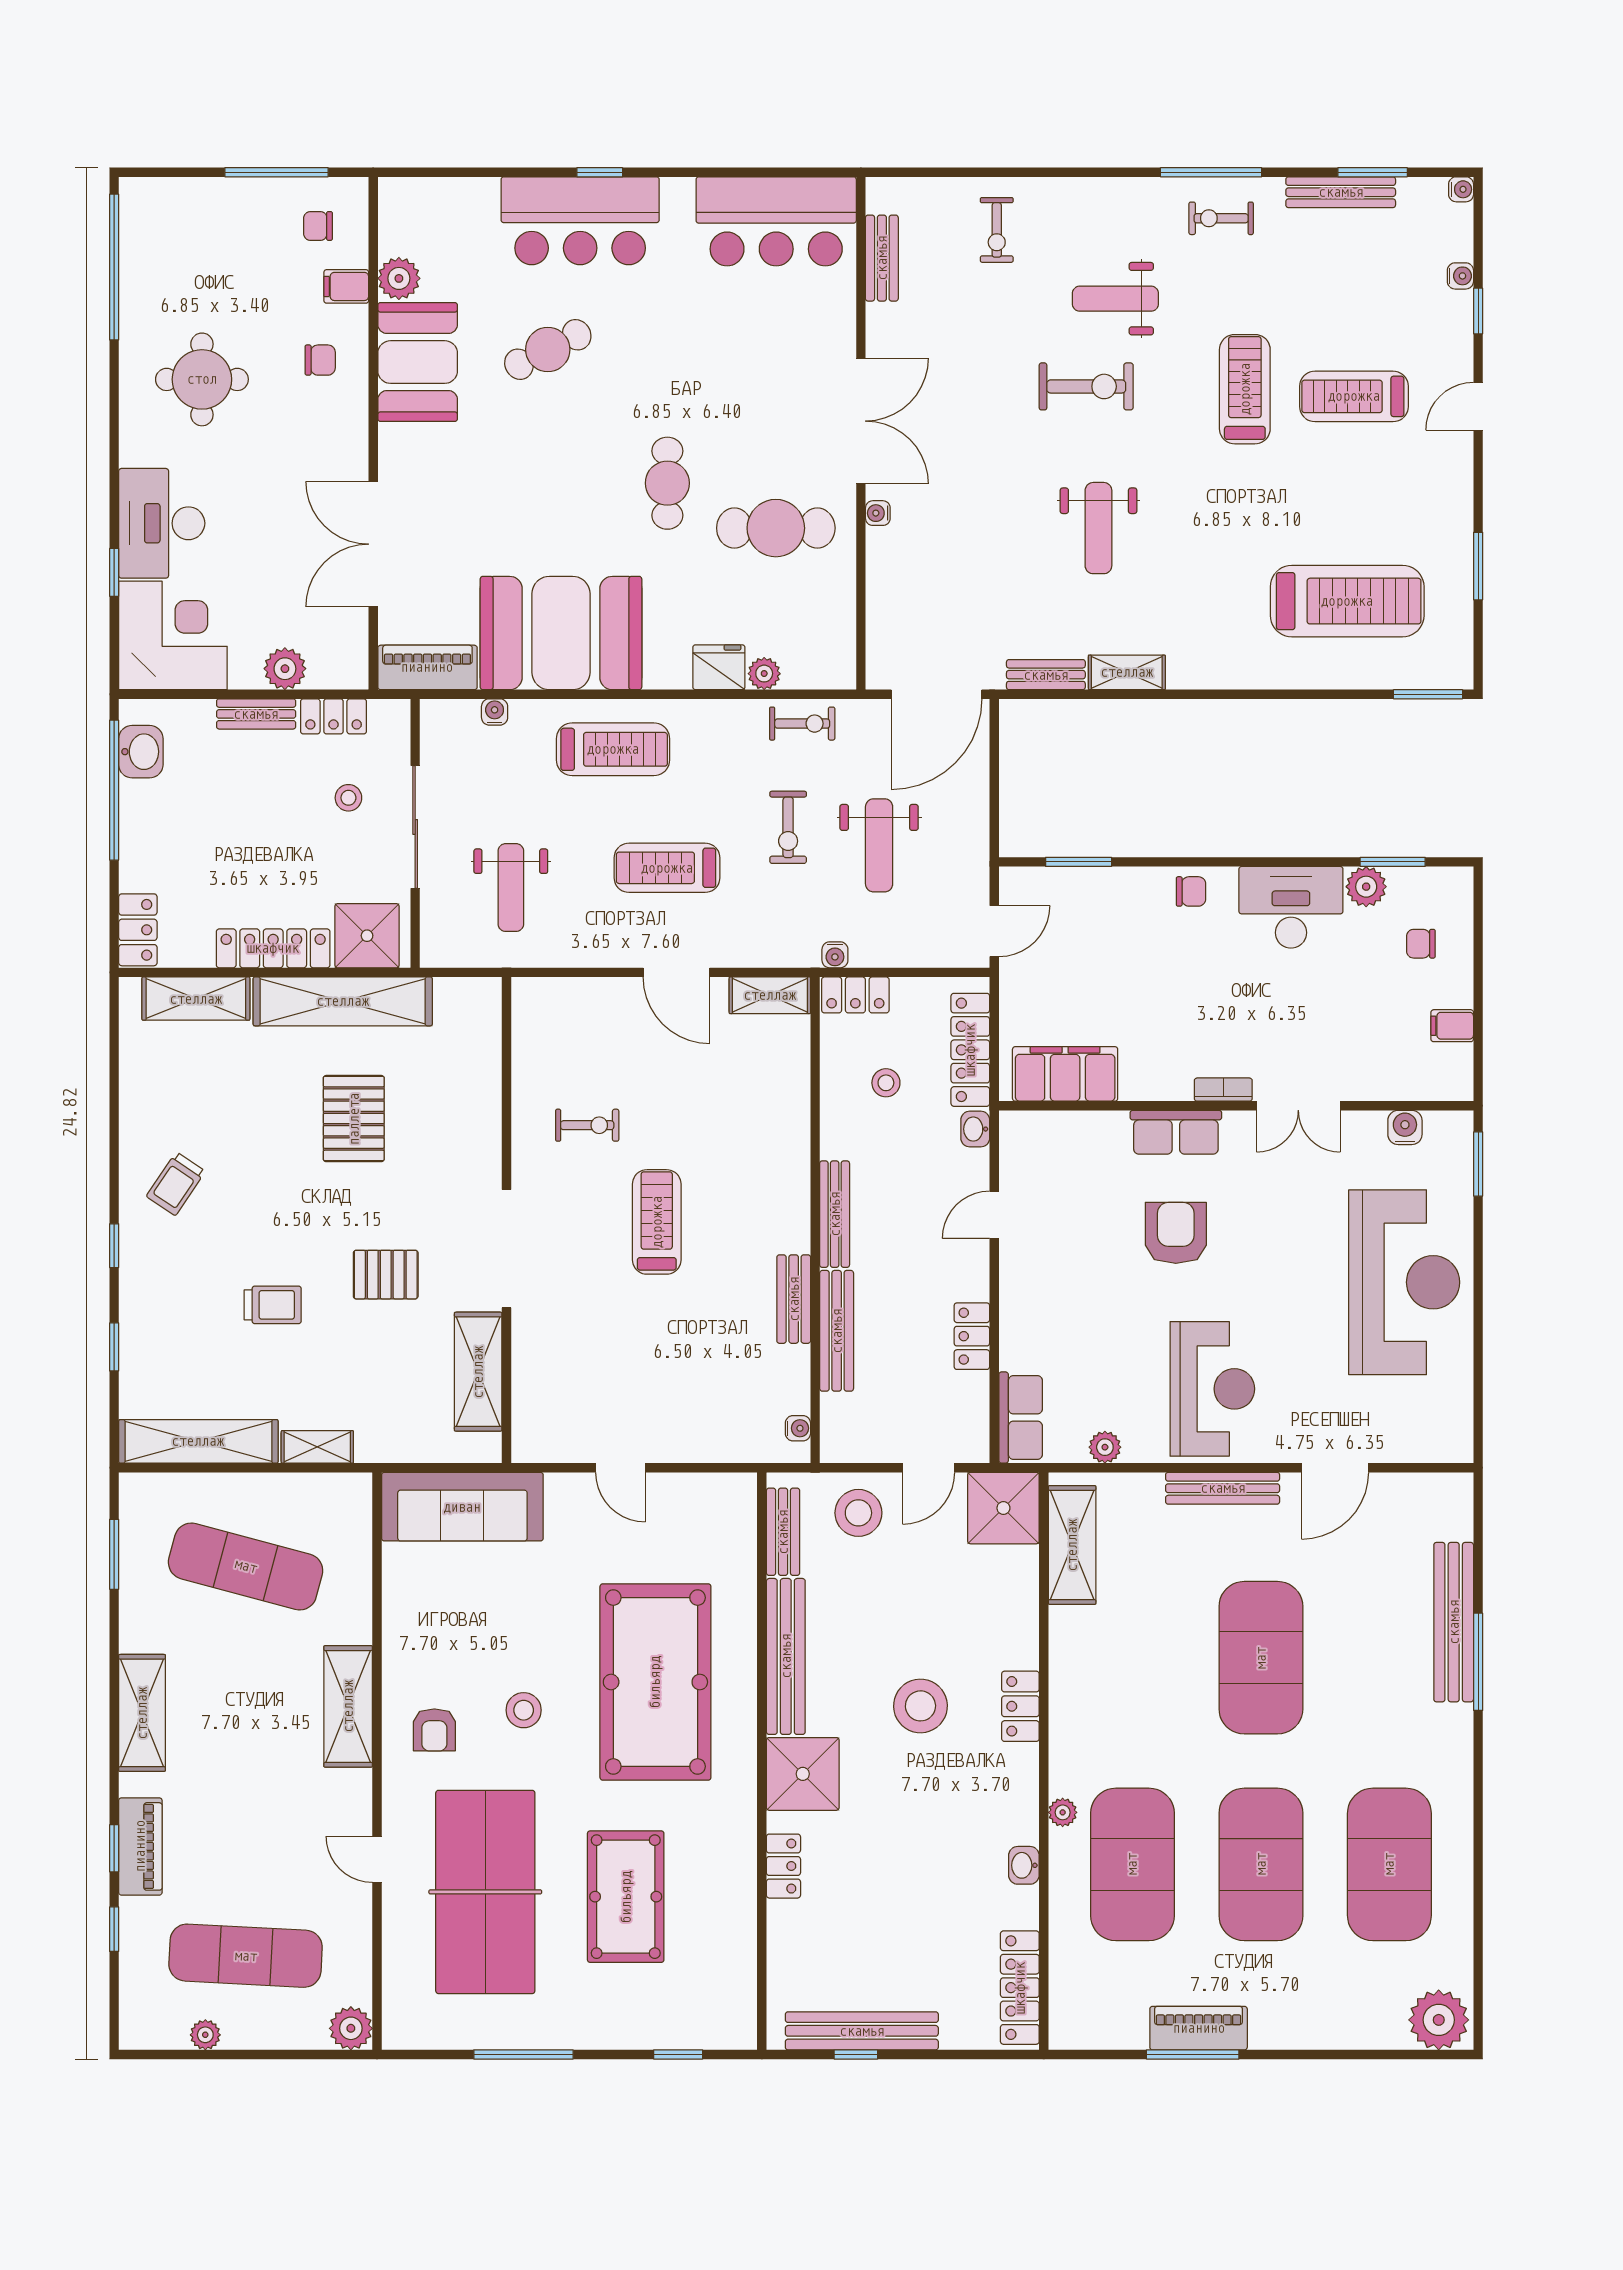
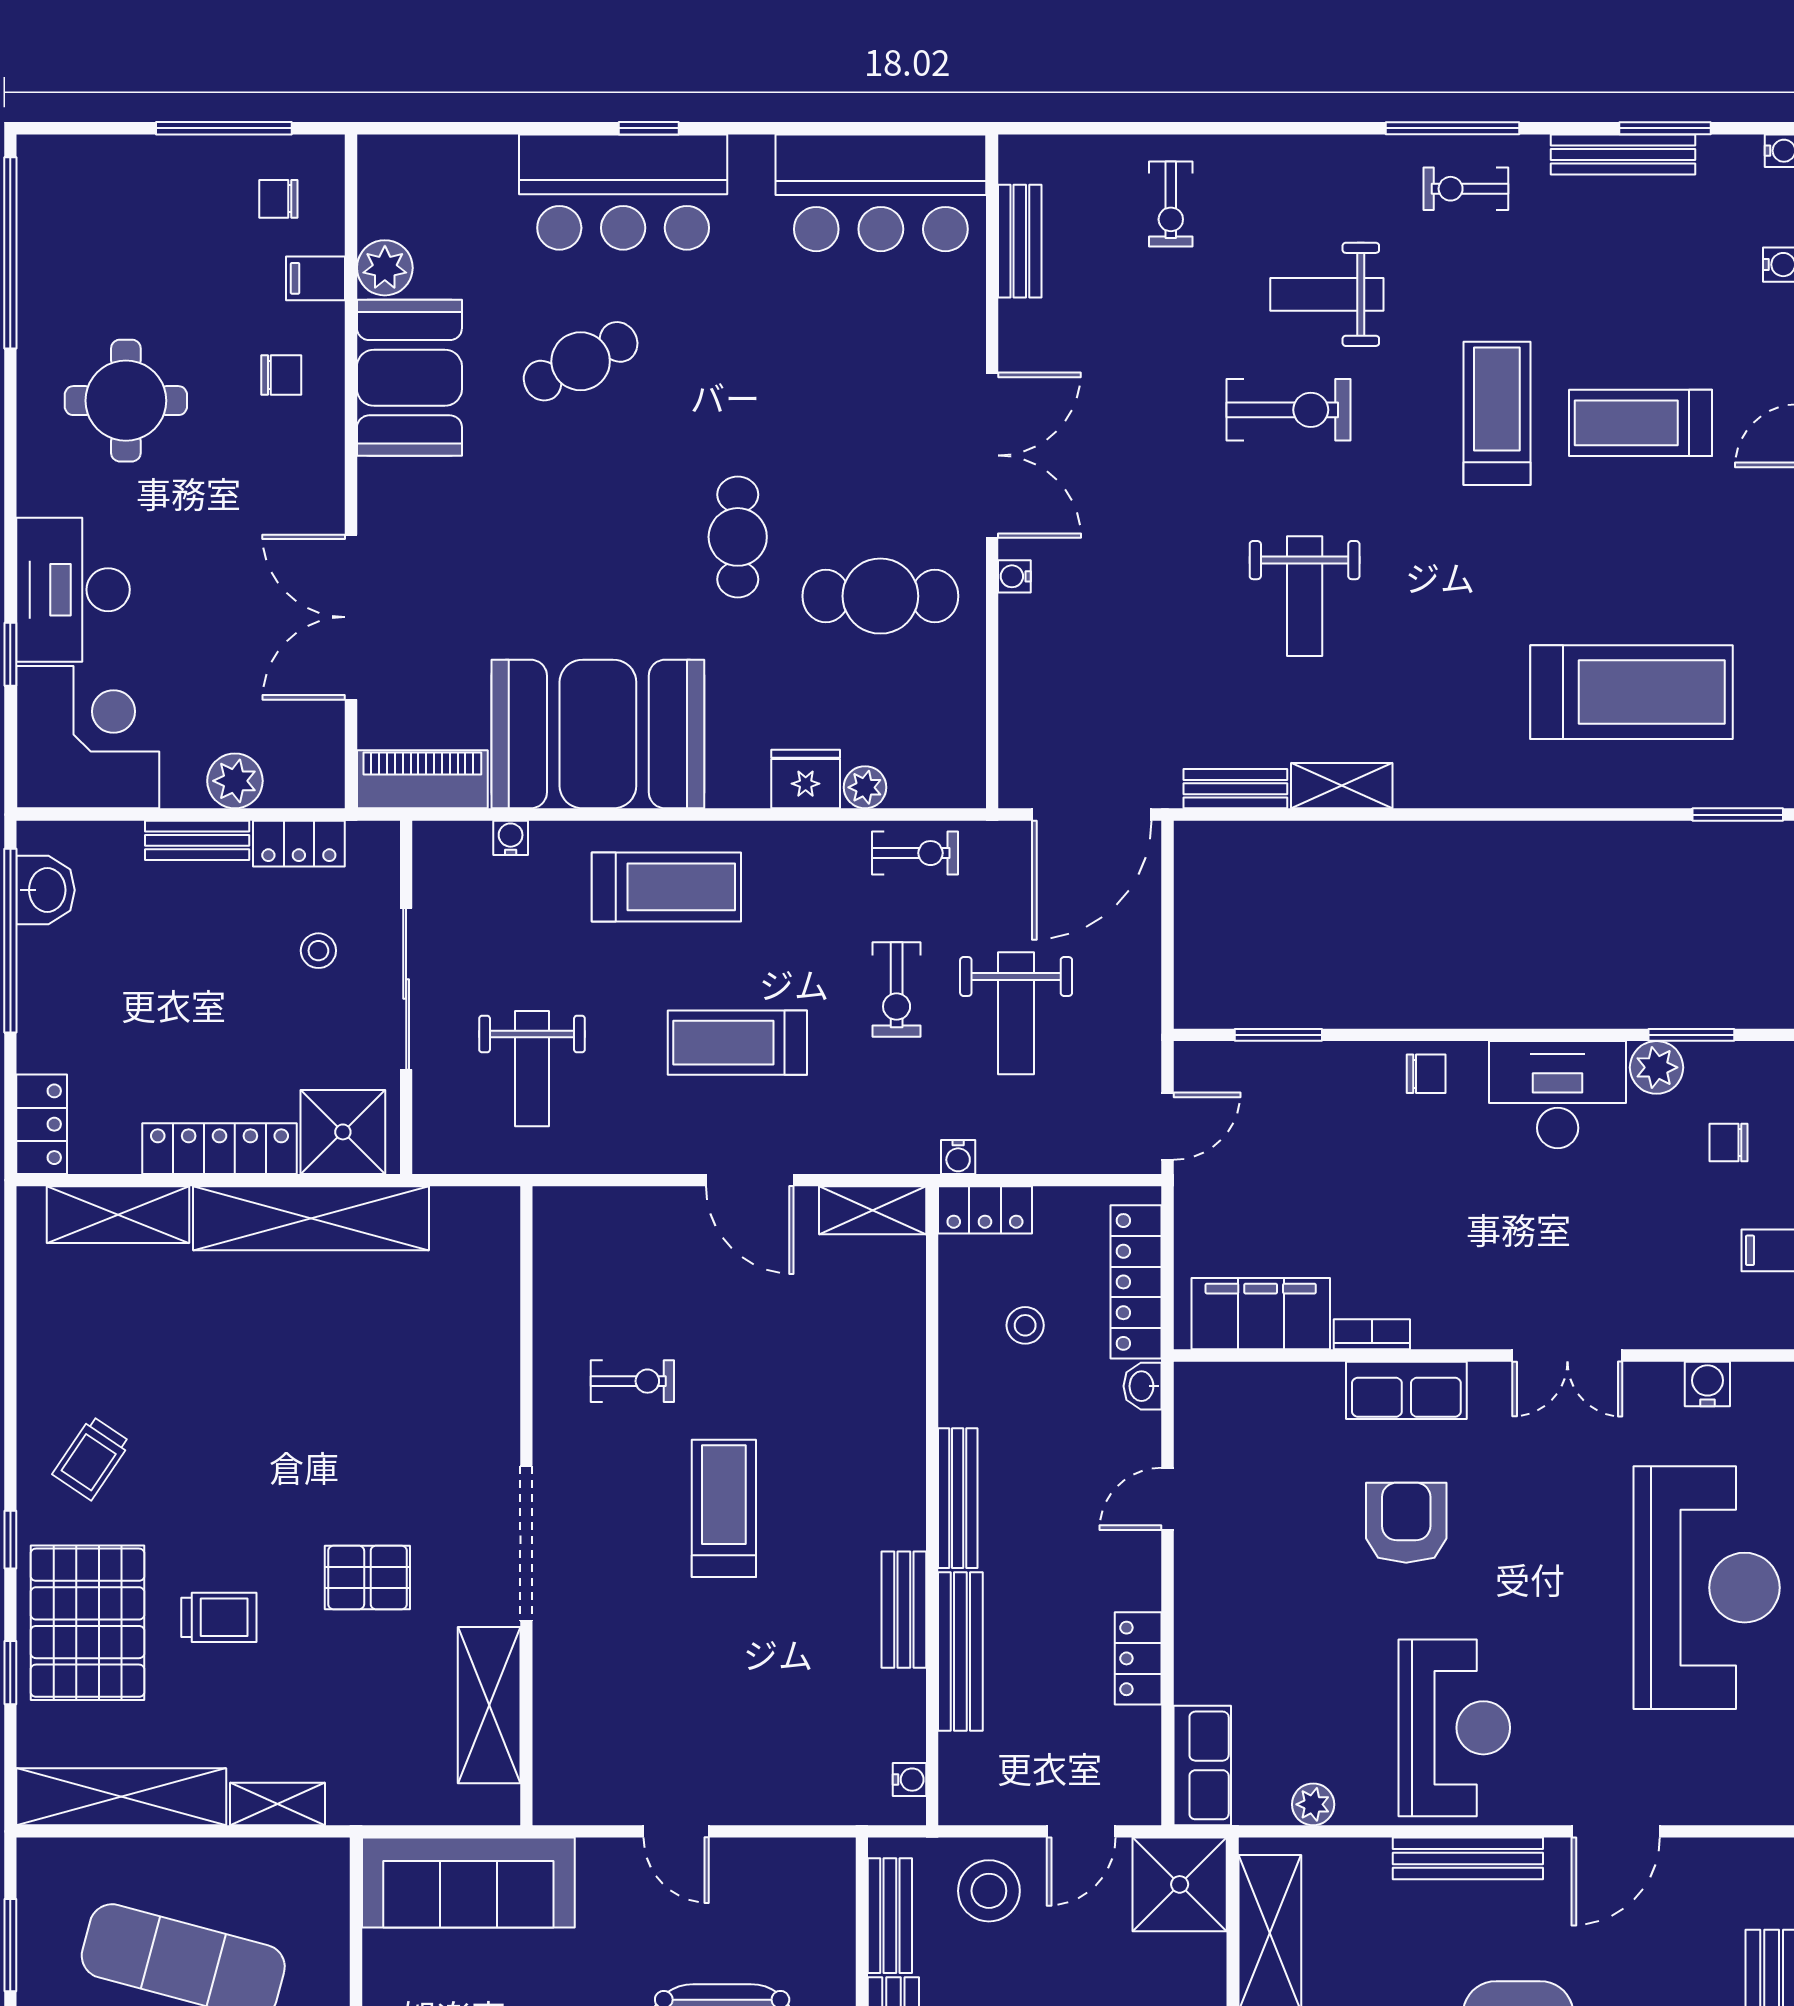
bookcase: (1223, 1090) -> (1372, 1334), moved
pallet: (354, 1119) -> (88, 1623), moved, width x1.37, depth x1.41

